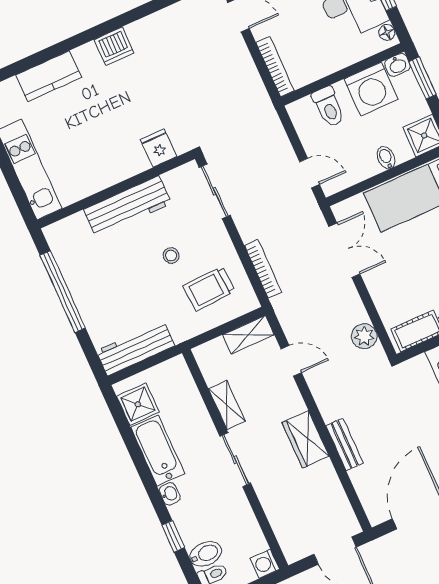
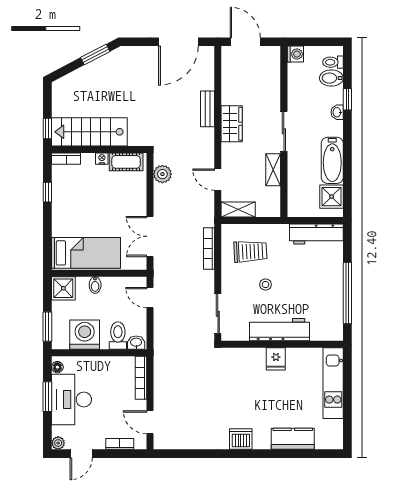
washbasin: (397, 65) -> (136, 343), moved
fridge: (159, 148) -> (276, 359), moved
washbasin: (170, 494) -> (337, 112), moved

